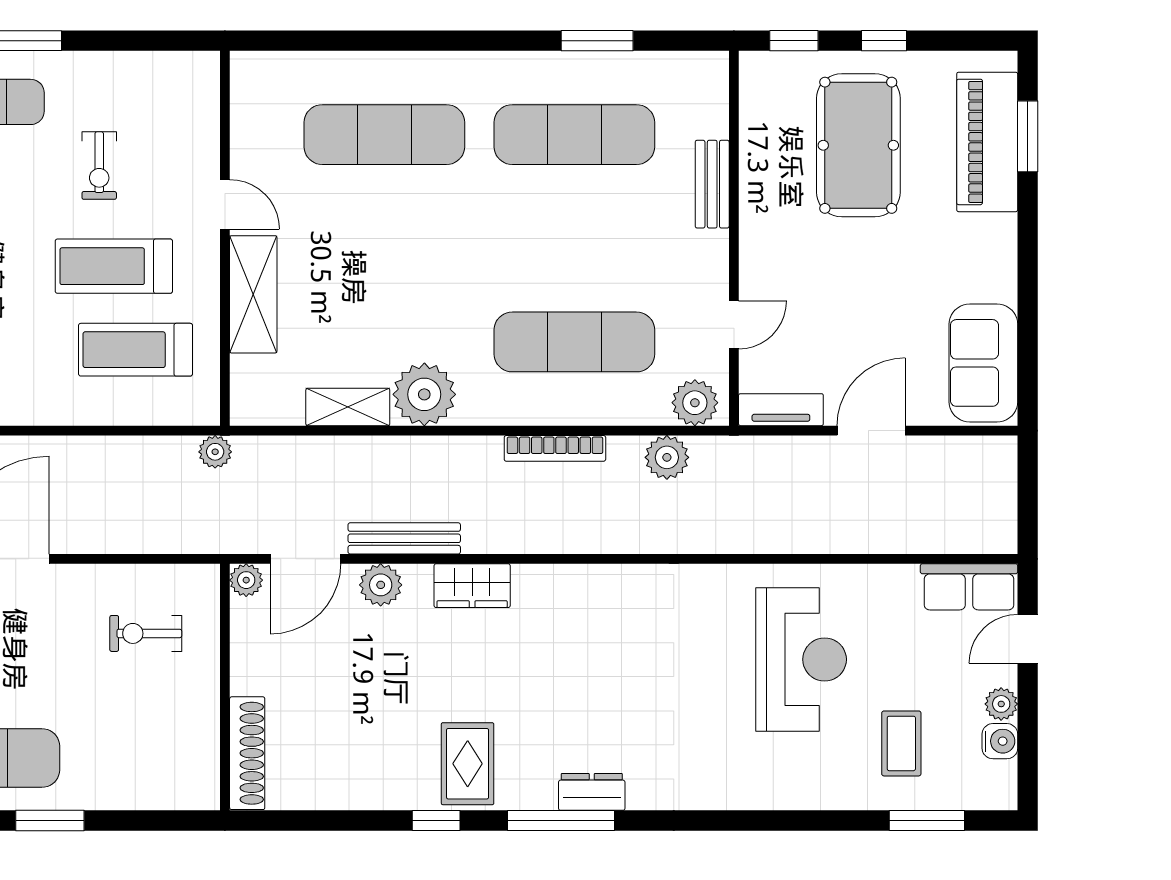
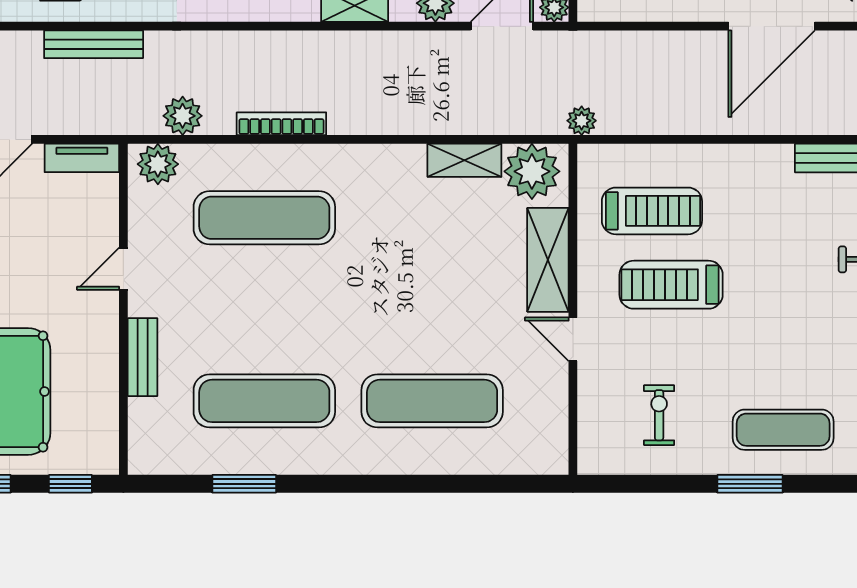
exercise bike: (99, 166) -> (659, 415), moved
treadmill: (114, 266) -> (671, 285), turned 180
door: (734, 325) -> (123, 269), moved
plant: (424, 394) -> (532, 171), moved
bench: (404, 538) -> (94, 44), moved

